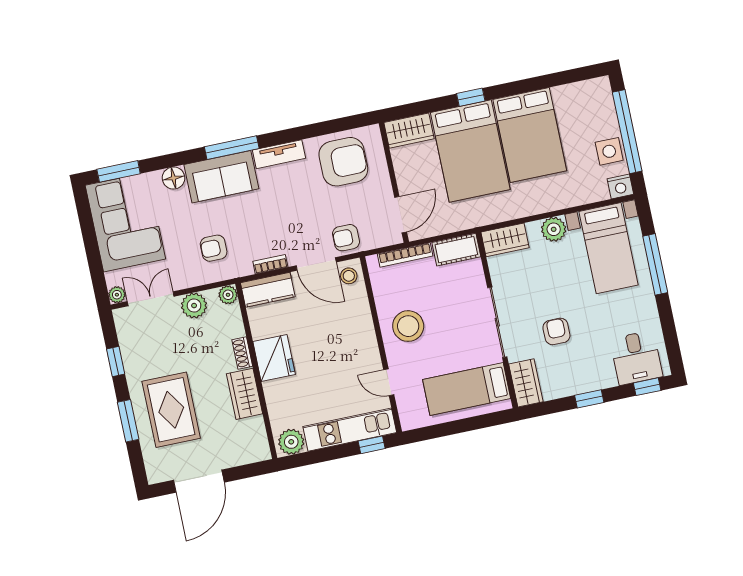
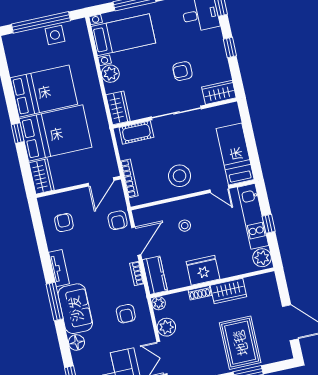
armchair: (343, 162) -> (64, 223), width x0.53, depth x0.53
nightstand: (620, 186) -> (80, 27), removed
door: (401, 215) -> (101, 182), swing flipped
cot: (456, 250) -> (136, 132), moved, turned 90
stool: (349, 276) -> (185, 226), moved
door: (389, 382) -> (219, 189), hinge flipped
bed: (467, 389) -> (235, 154), moved, turned 180
rug: (171, 410) -> (240, 343), turned 90
window: (372, 445) -> (269, 224), moved

